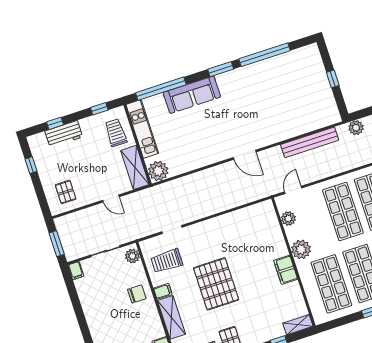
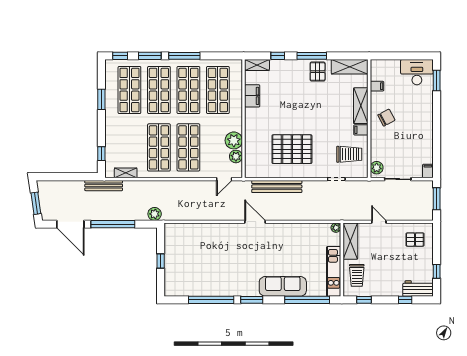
workbench: (64, 134) -> (418, 289), moved
bench: (310, 142) -> (277, 186), moved
plant: (158, 171) -> (336, 228), width x0.53, depth x0.53
pallet: (66, 192) -> (415, 240), turned 90
plant: (301, 249) -> (234, 140), moved
filing cabinet: (286, 270) -> (252, 96), moved
pallet: (216, 284) -> (292, 149), moved, turned 90
chair: (137, 294) -> (386, 118), moved, turned 152

